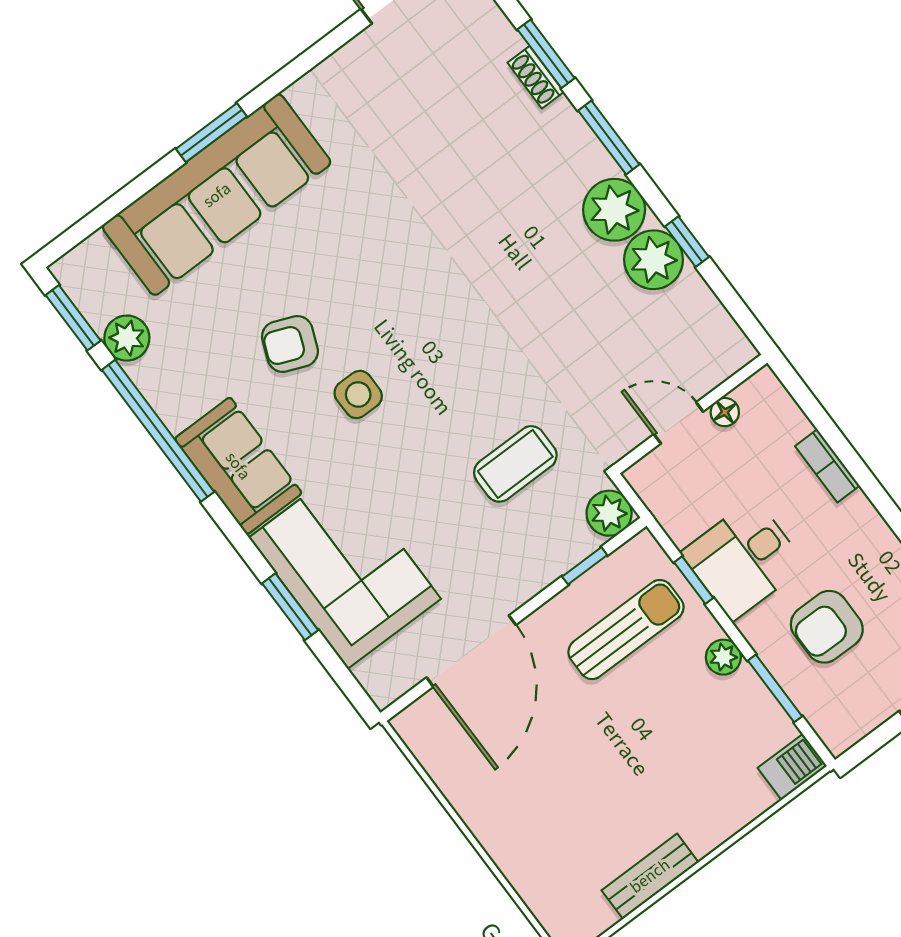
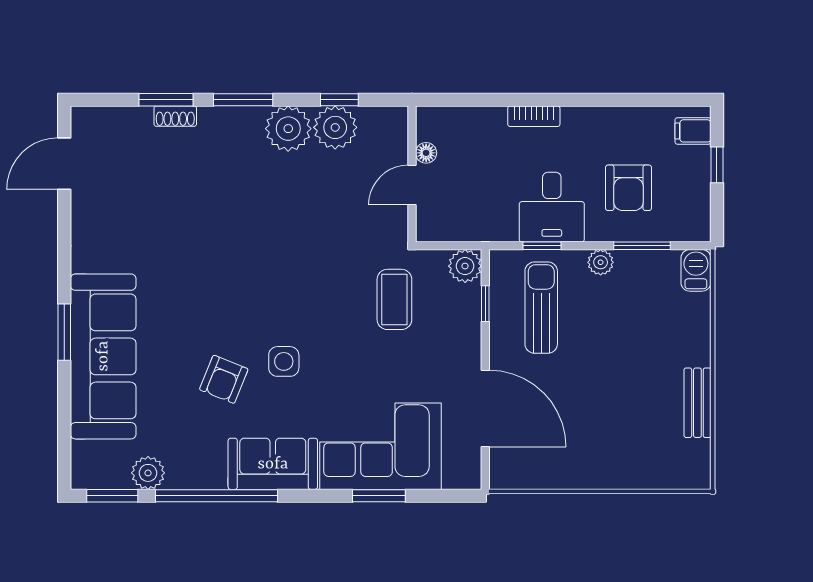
floor lamp: (725, 412) -> (426, 153), moved
wall: (691, 414) -> (412, 174), moved
door: (679, 423) -> (412, 185), moved

